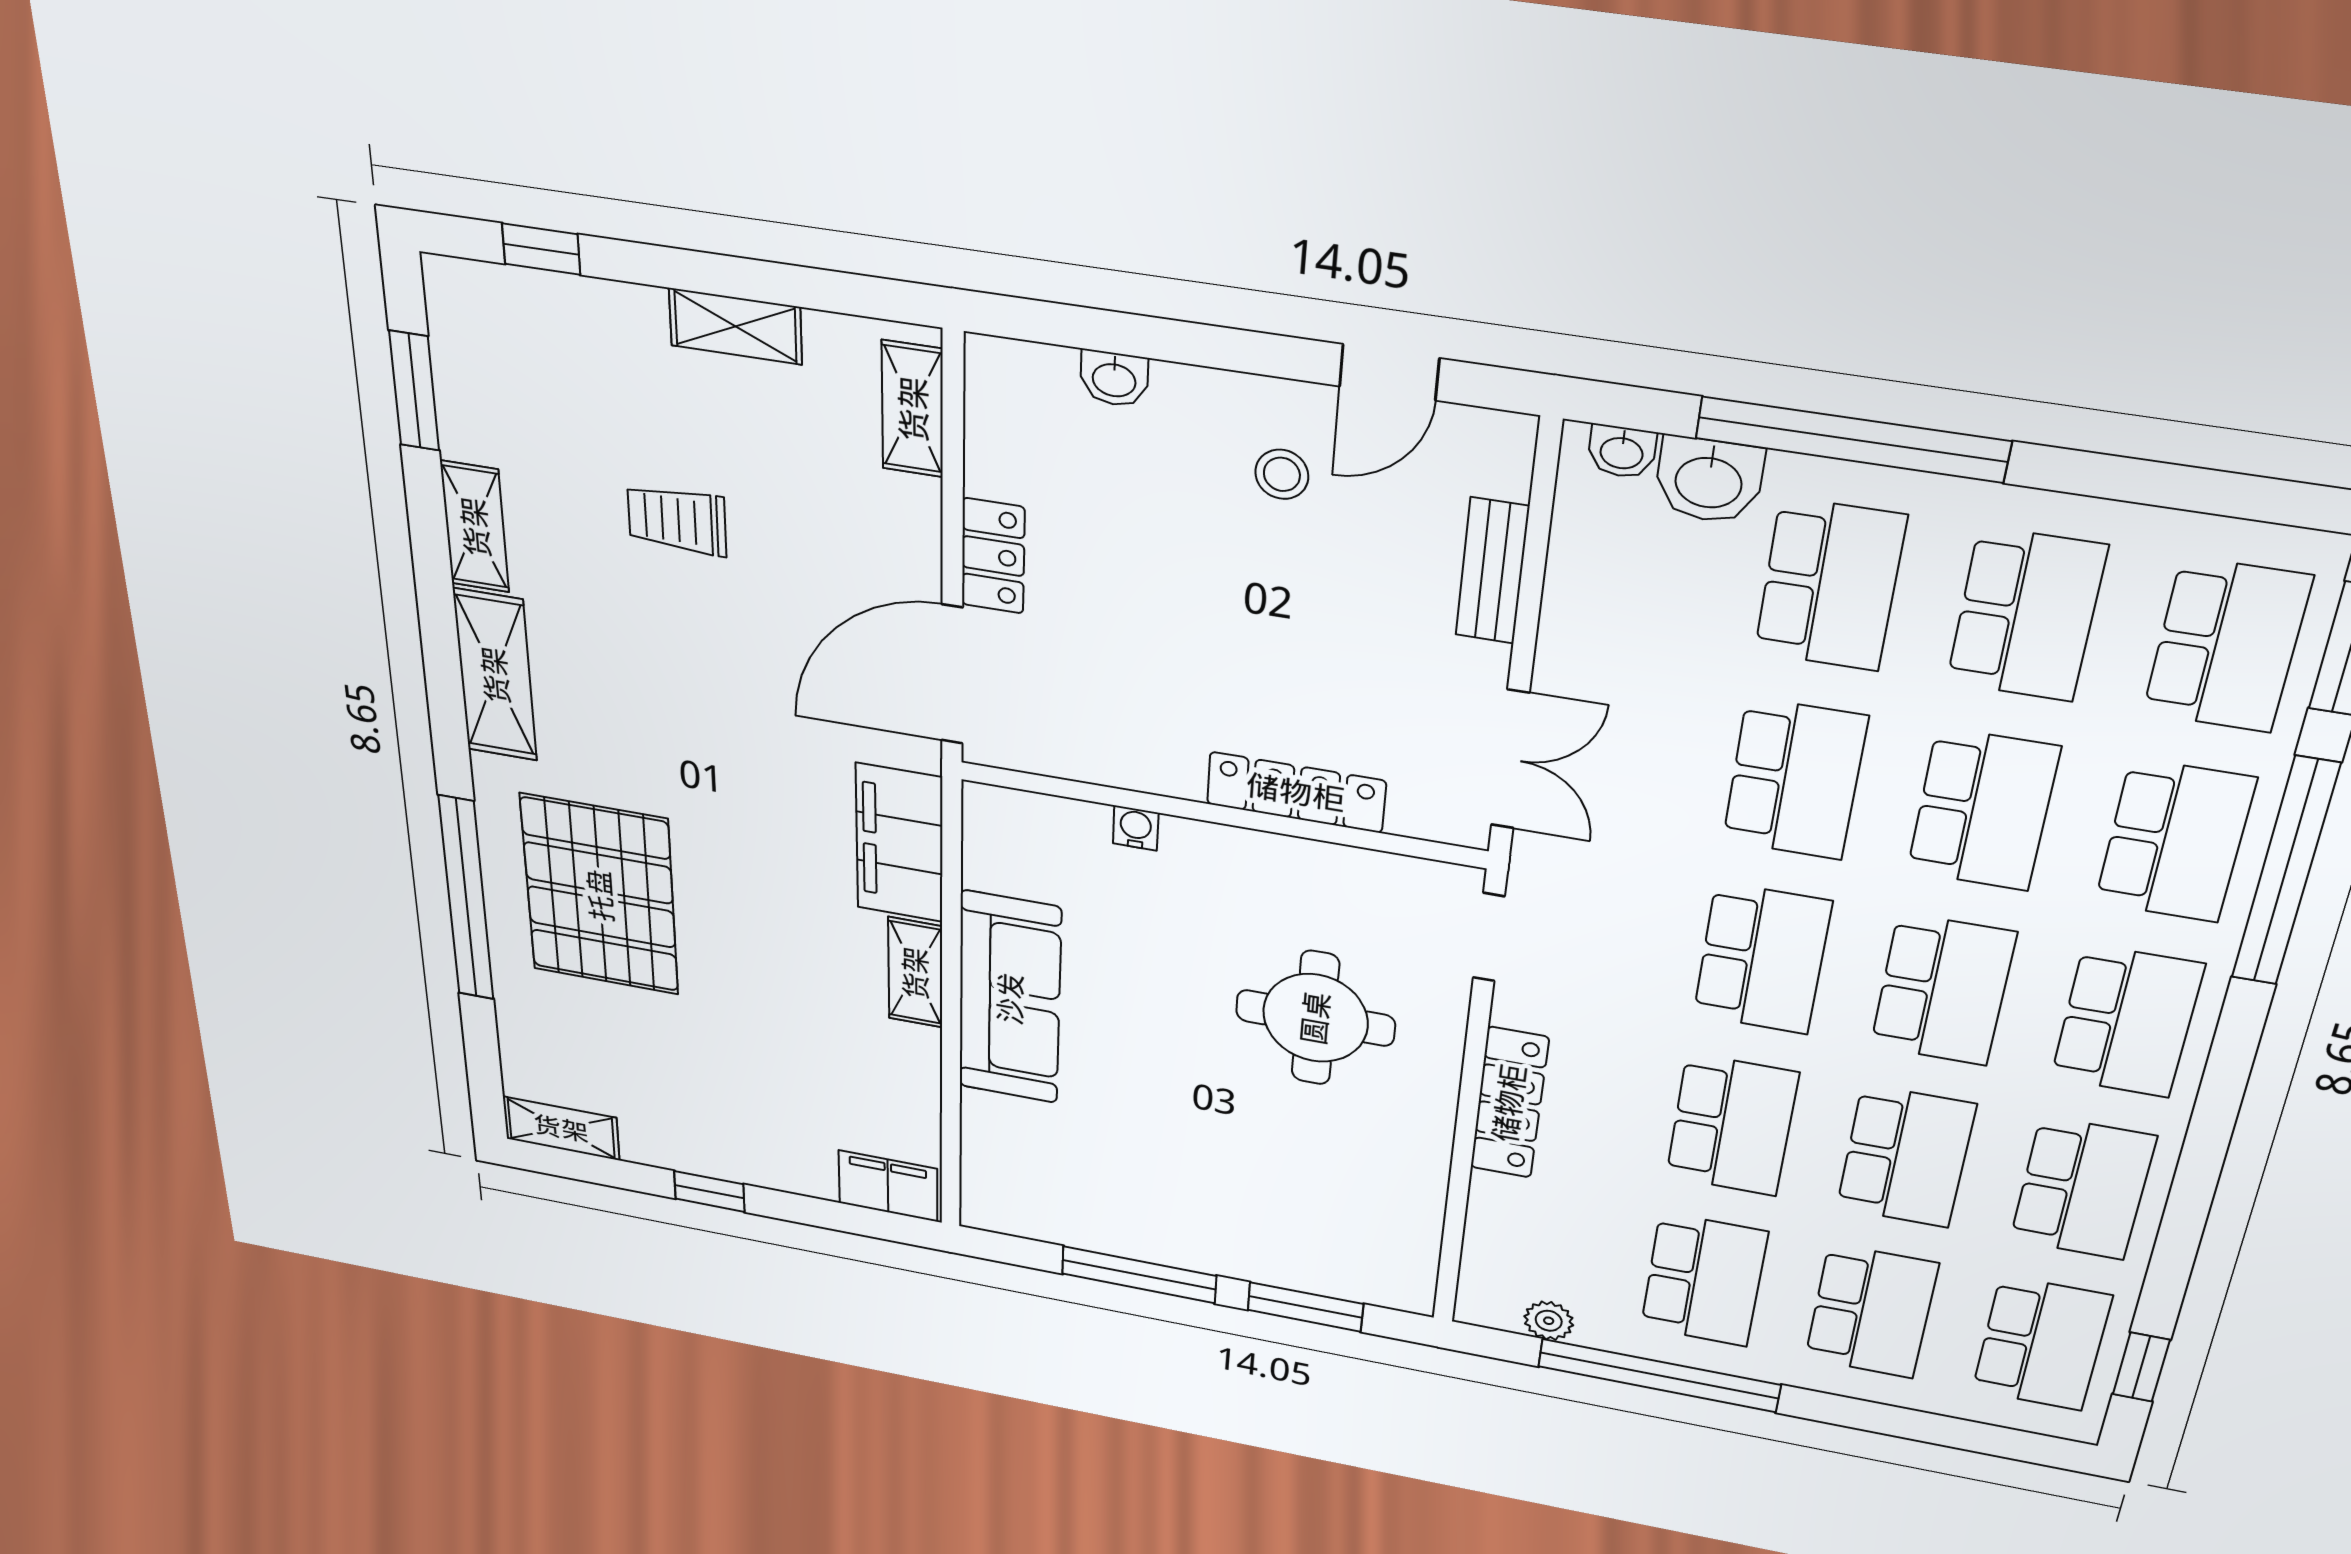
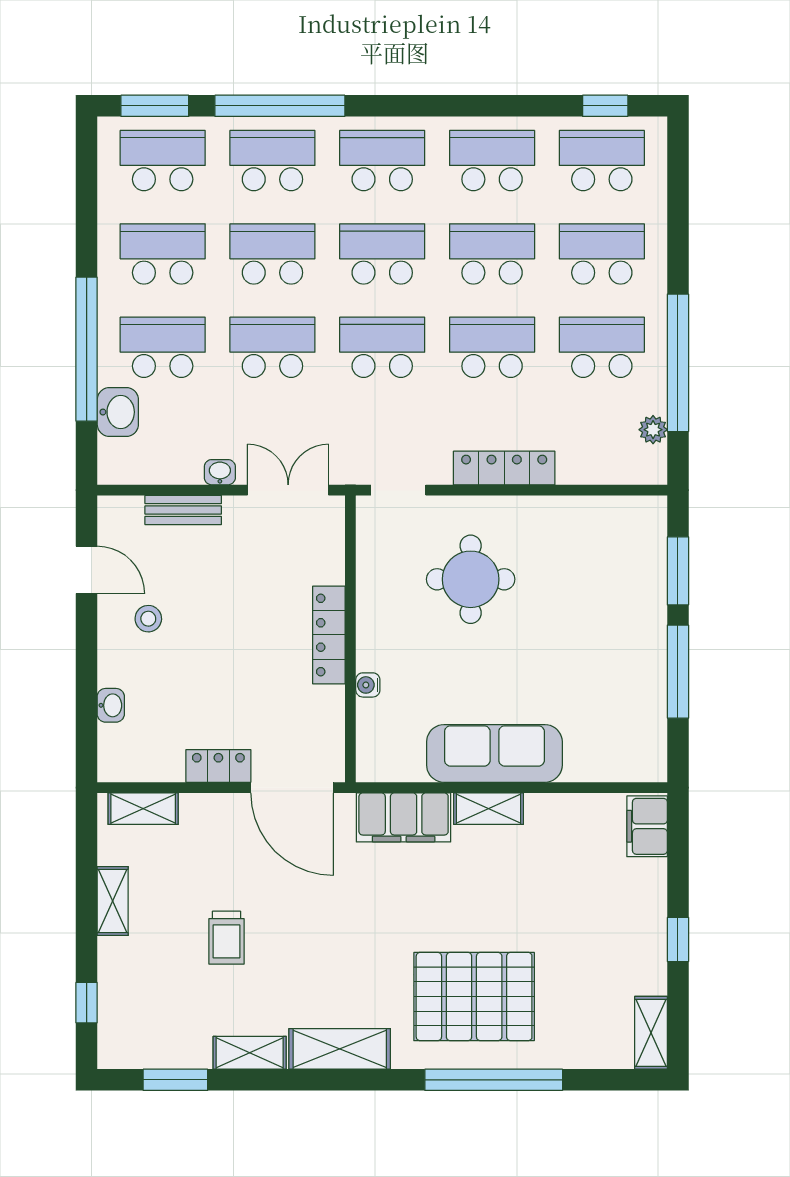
washbasin: (1622, 452) -> (220, 472), moved, turned -90
locker: (1296, 792) -> (329, 635), moved

